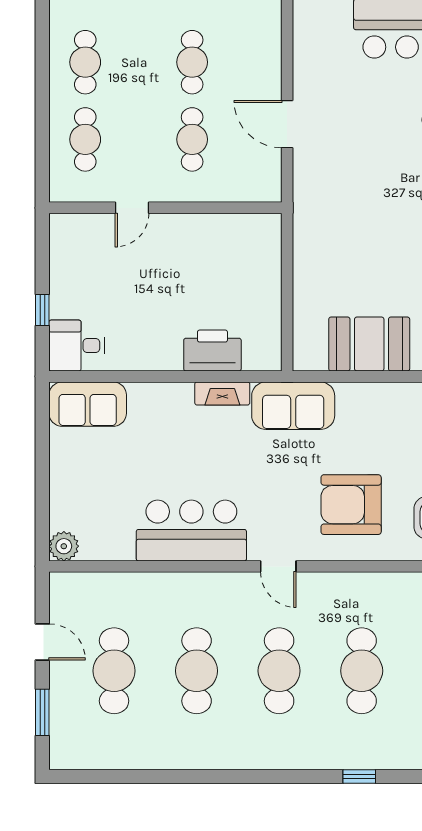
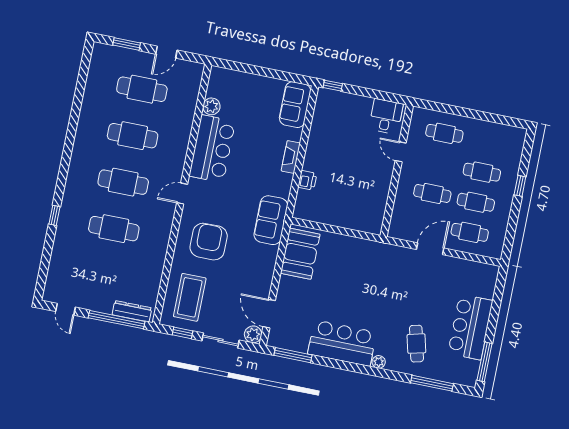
cafe table: (85, 62) -> (482, 172), moved
cafe table: (246, 62) -> (470, 232), added
window: (42, 310) -> (333, 86), moved
booth: (369, 344) -> (300, 254), moved
desk: (77, 346) -> (386, 116), moved
printer: (212, 350) -> (307, 180), width x0.53, depth x0.68
fireplace: (222, 393) -> (291, 157), moved
plant: (64, 546) -> (211, 106), moved

